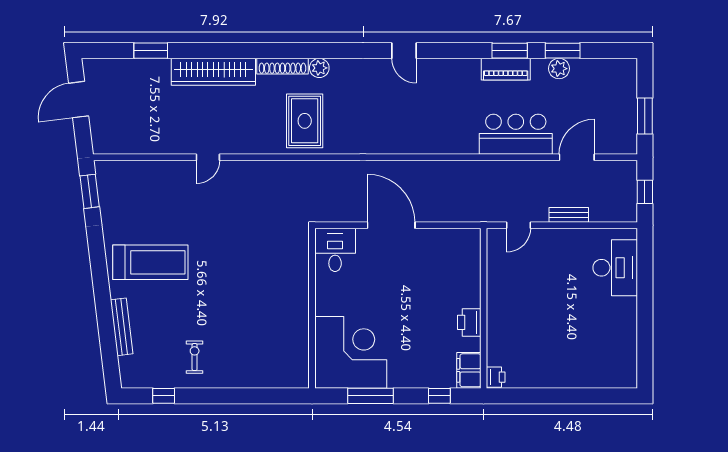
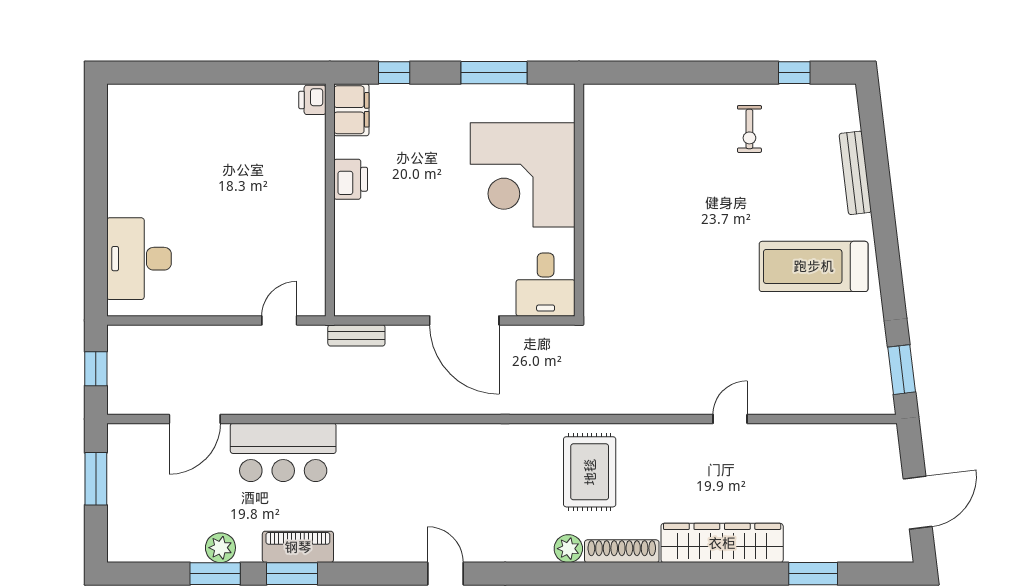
bench: (569, 215) -> (356, 335), moved
corner desk: (351, 352) -> (523, 175), moved

